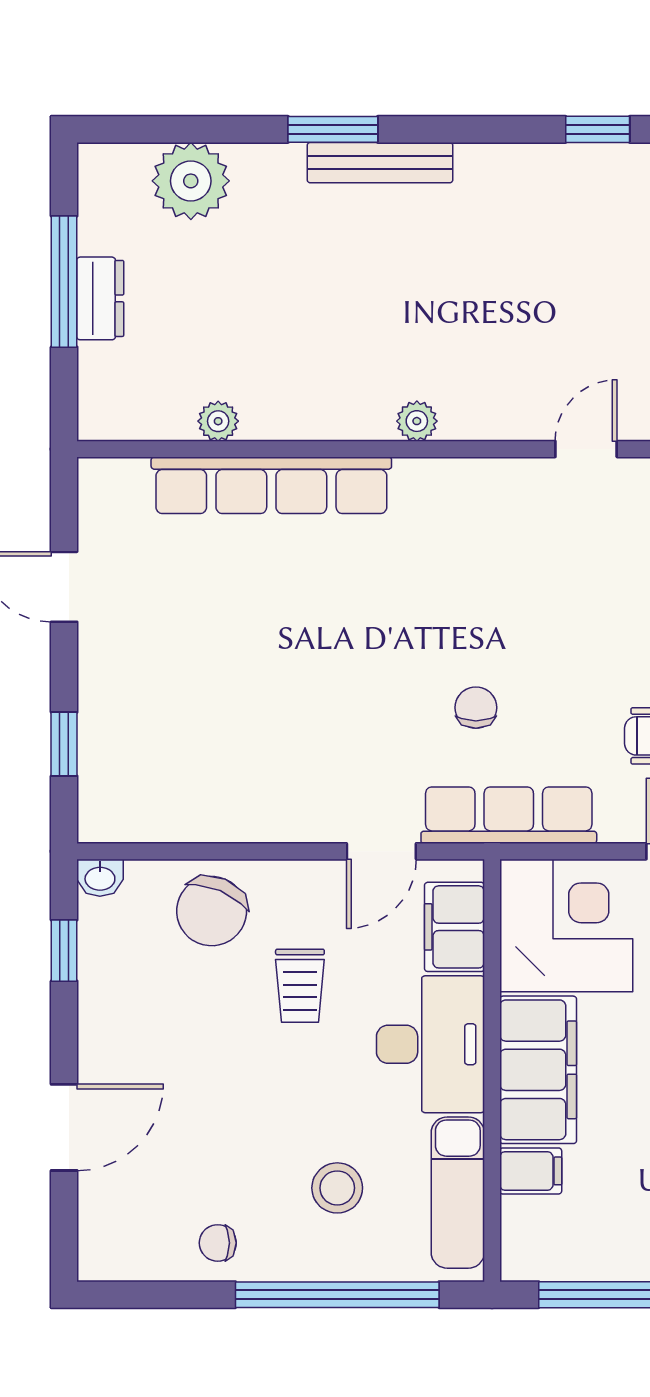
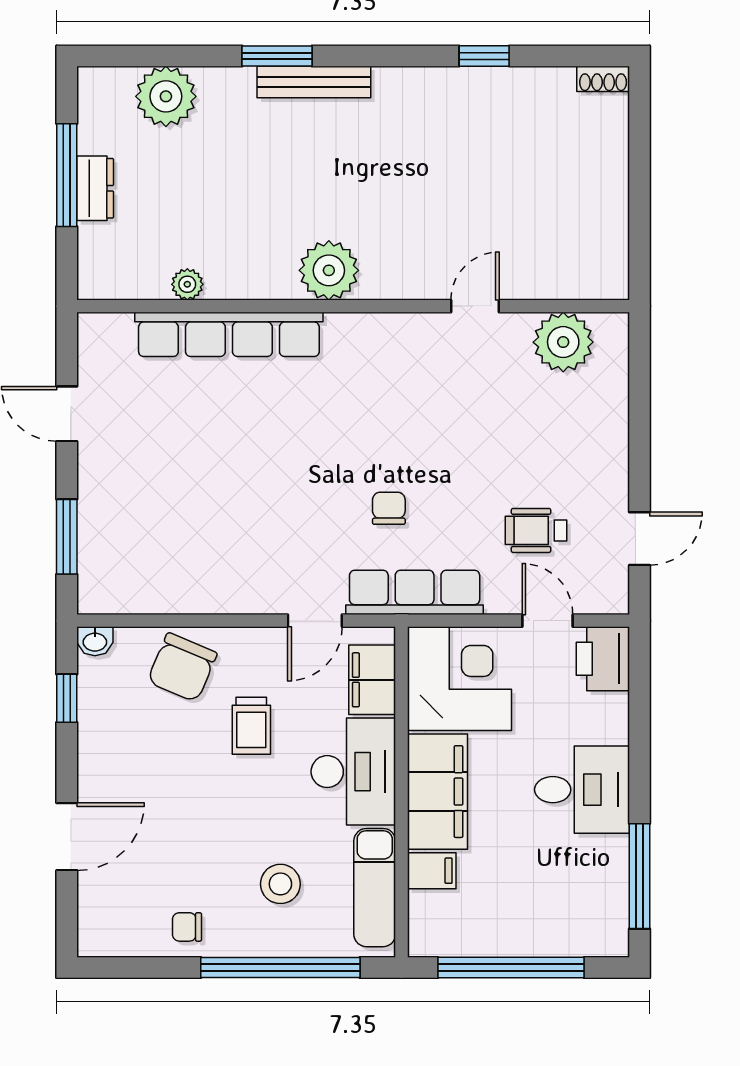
plant: (417, 421) -> (329, 270), width x1.88, depth x1.88
window: (64, 744) -> (67, 537), width x1.50

